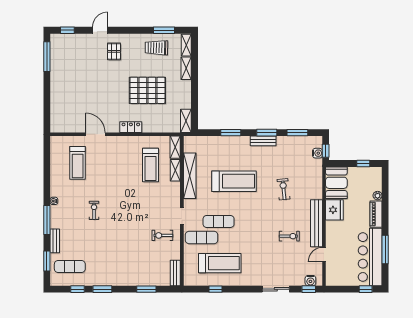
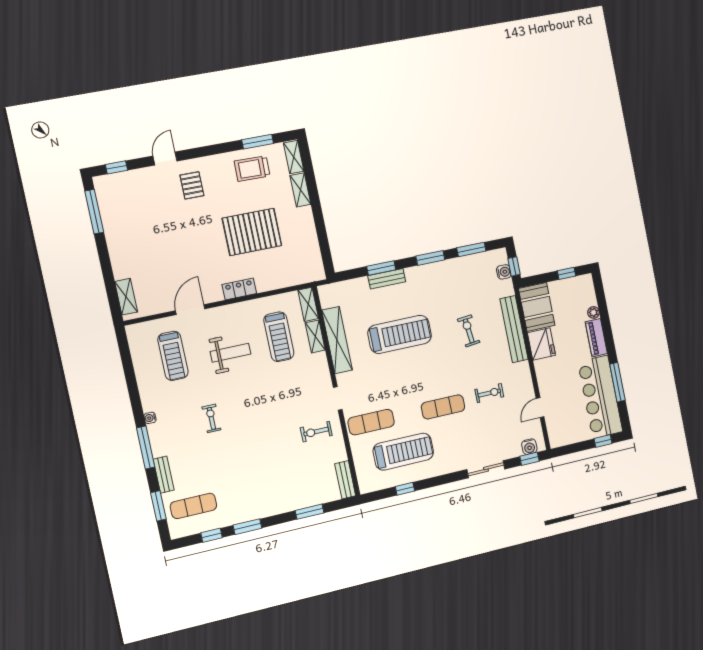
shelving: (186, 121) -> (126, 297), moved
door: (95, 134) -> (190, 310), hinge flipped
bench: (263, 141) -> (387, 279), moved
weight bench: (116, 169) -> (230, 353), added
exercise mat: (219, 221) -> (443, 407), moved
bench: (317, 223) -> (514, 329), moved

